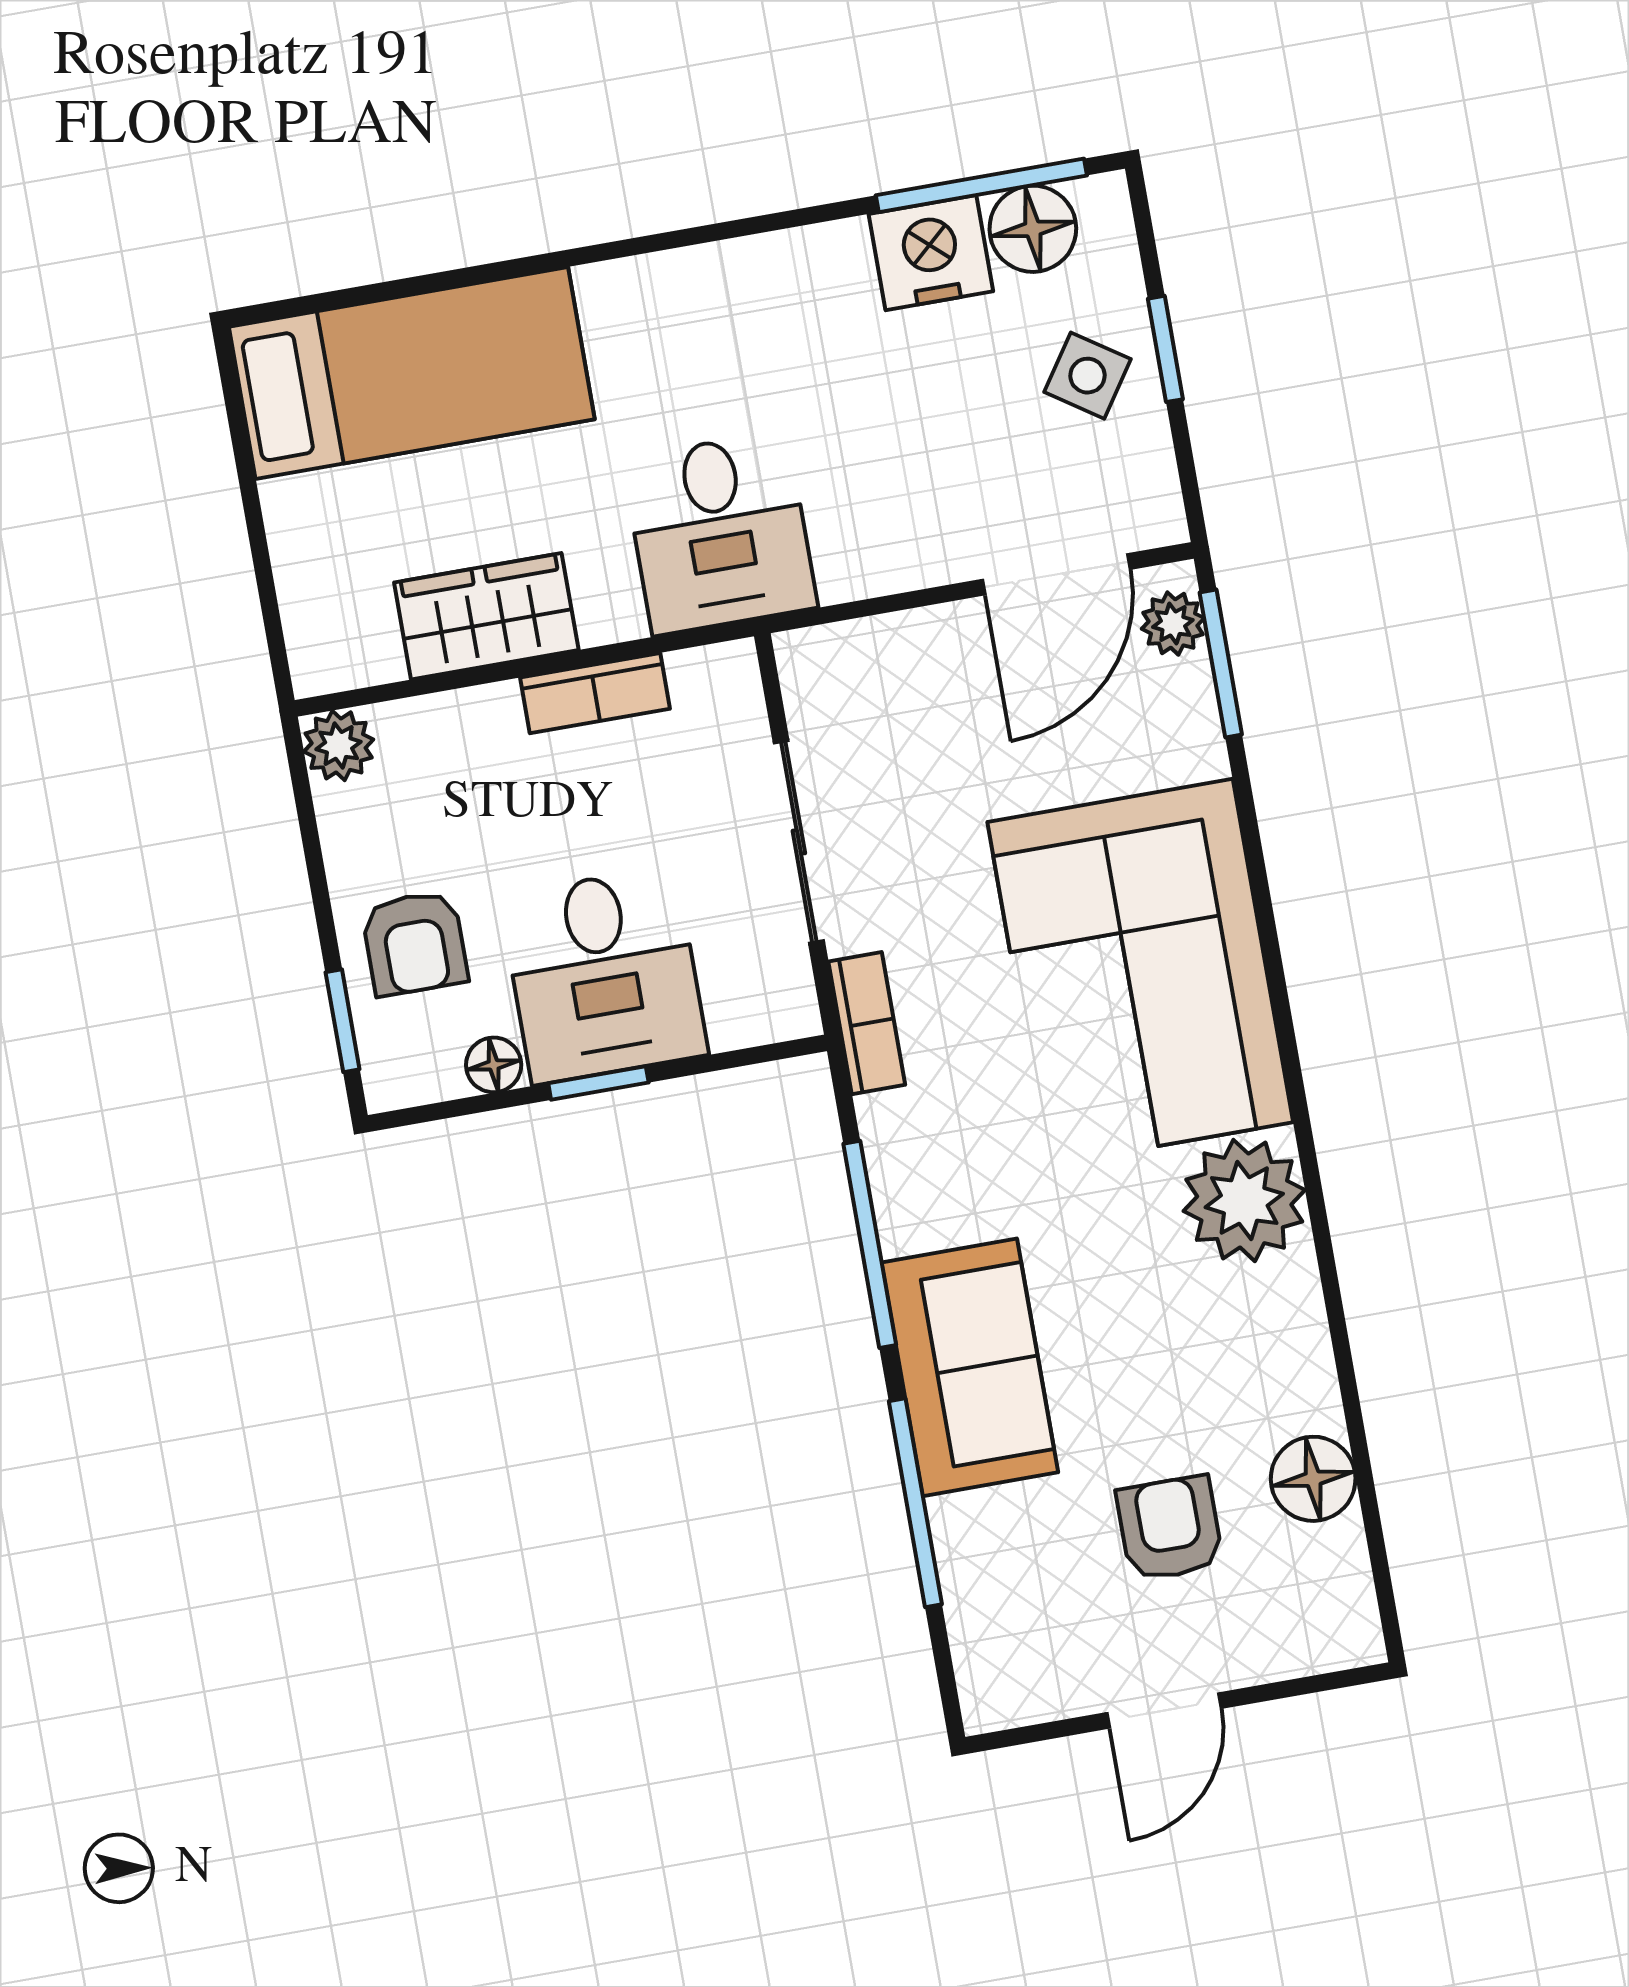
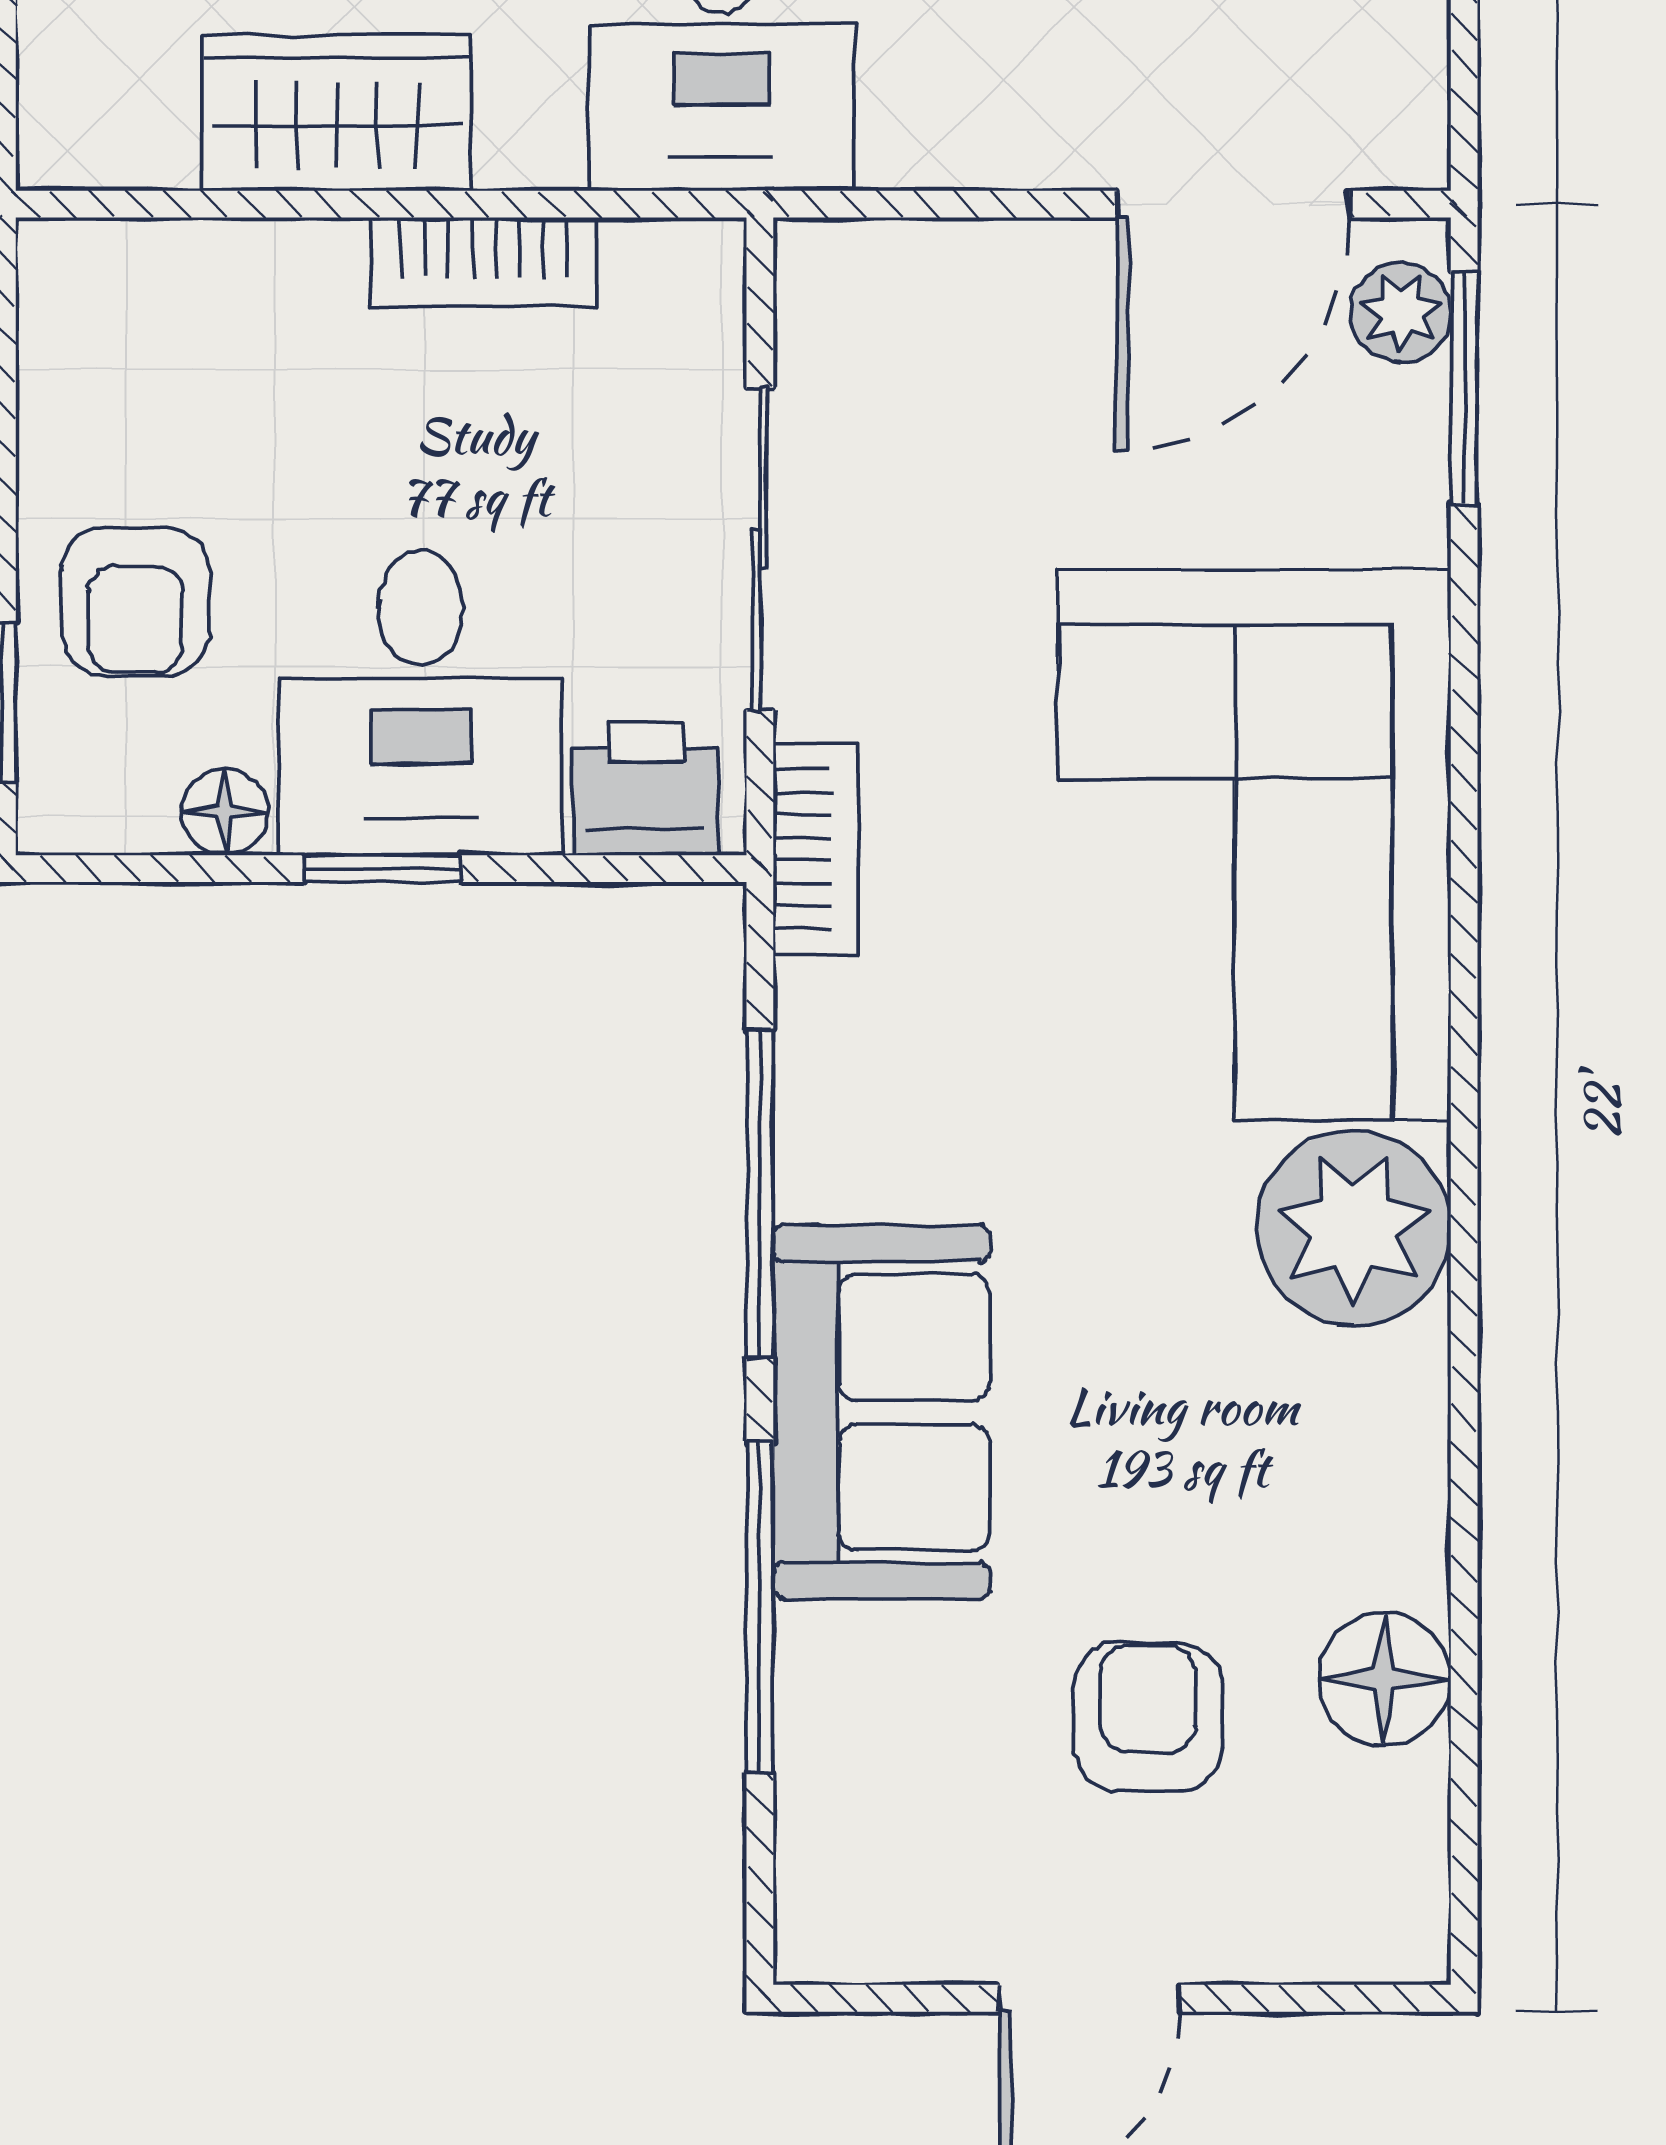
plant: (339, 745) -> (71, 273), removed
printer: (754, 1004) -> (646, 789), added

